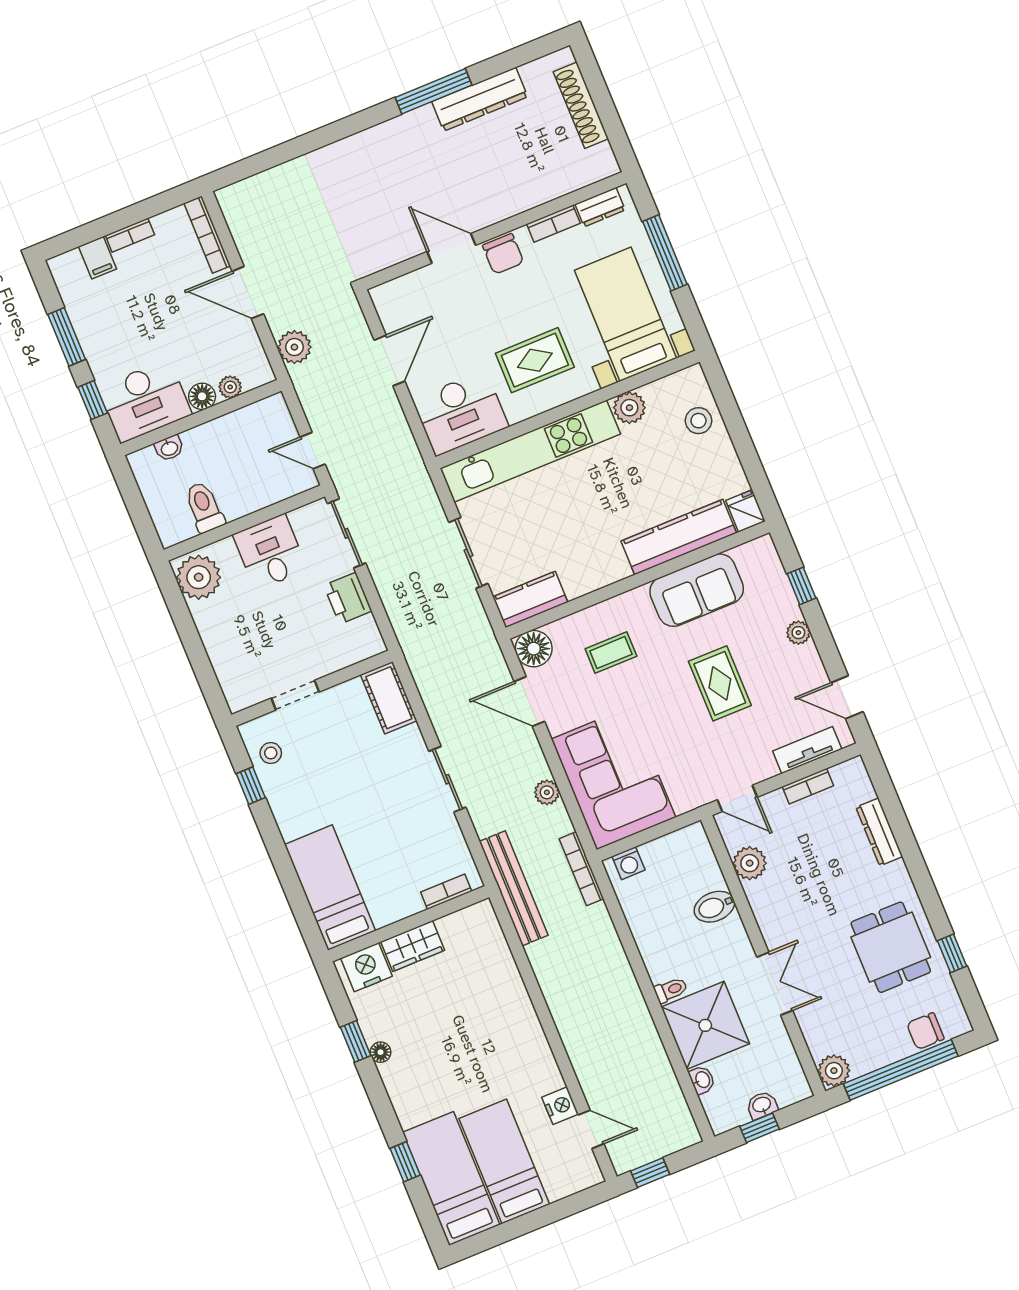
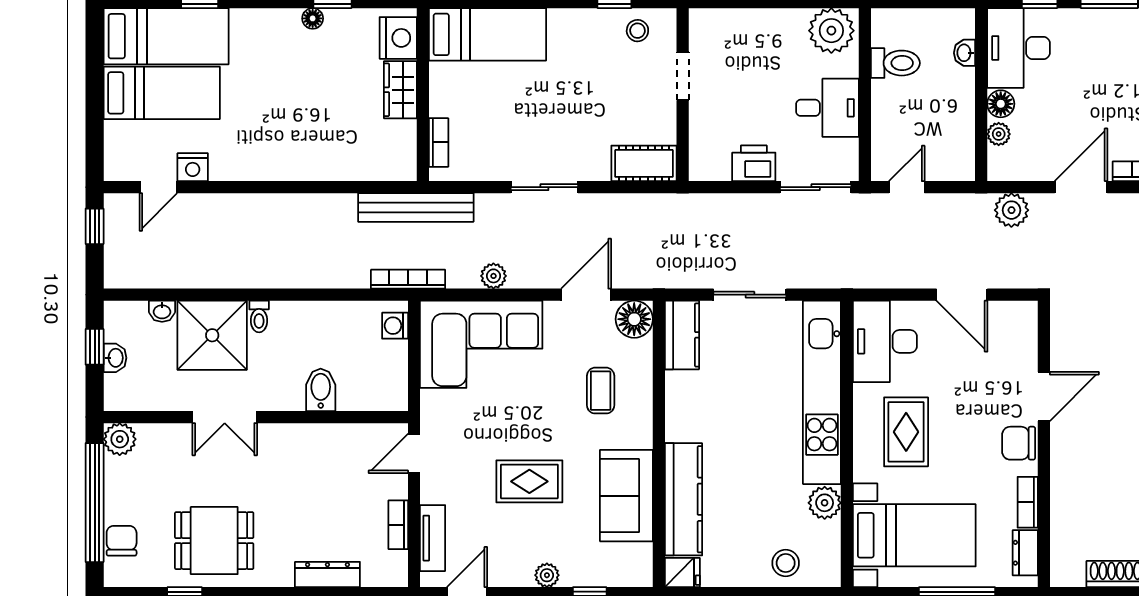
plant: (750, 863) -> (348, 440), removed

